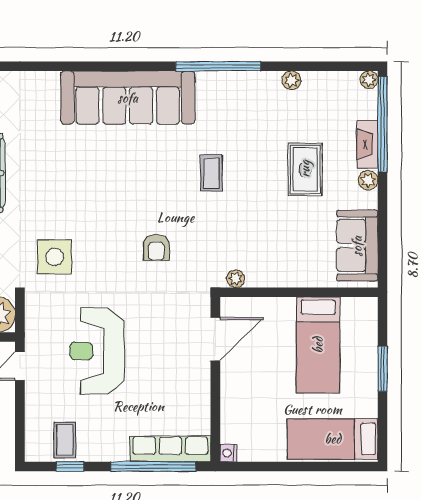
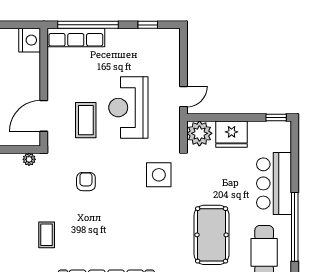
reception desk: (97, 351) -> (128, 108), turned 180
coffee table: (65, 440) -> (86, 120), moved, width x1.36, depth x1.30
nightstand: (228, 453) -> (30, 40), width x1.89, depth x1.79

